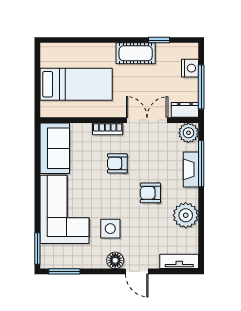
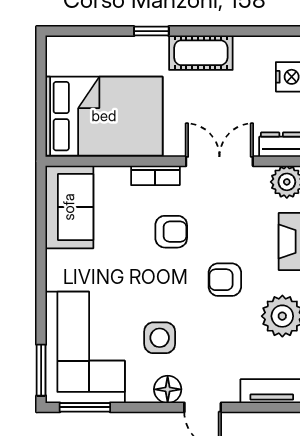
window: (159, 40) -> (151, 31), moved
bed: (76, 84) -> (104, 116), width x1.50
armchair: (117, 163) -> (171, 232), turned 180
corner sofa: (64, 209) -> (85, 347), moved

